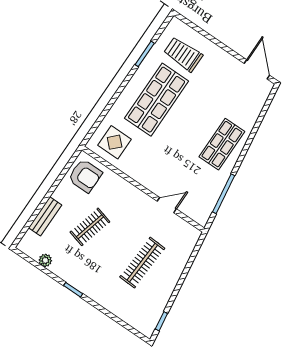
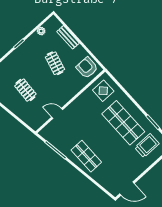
armchair: (85, 176) -> (87, 68), turned 90
door: (167, 205) -> (57, 113), swing flipped
clothes rail: (142, 263) -> (25, 90), width x0.73

